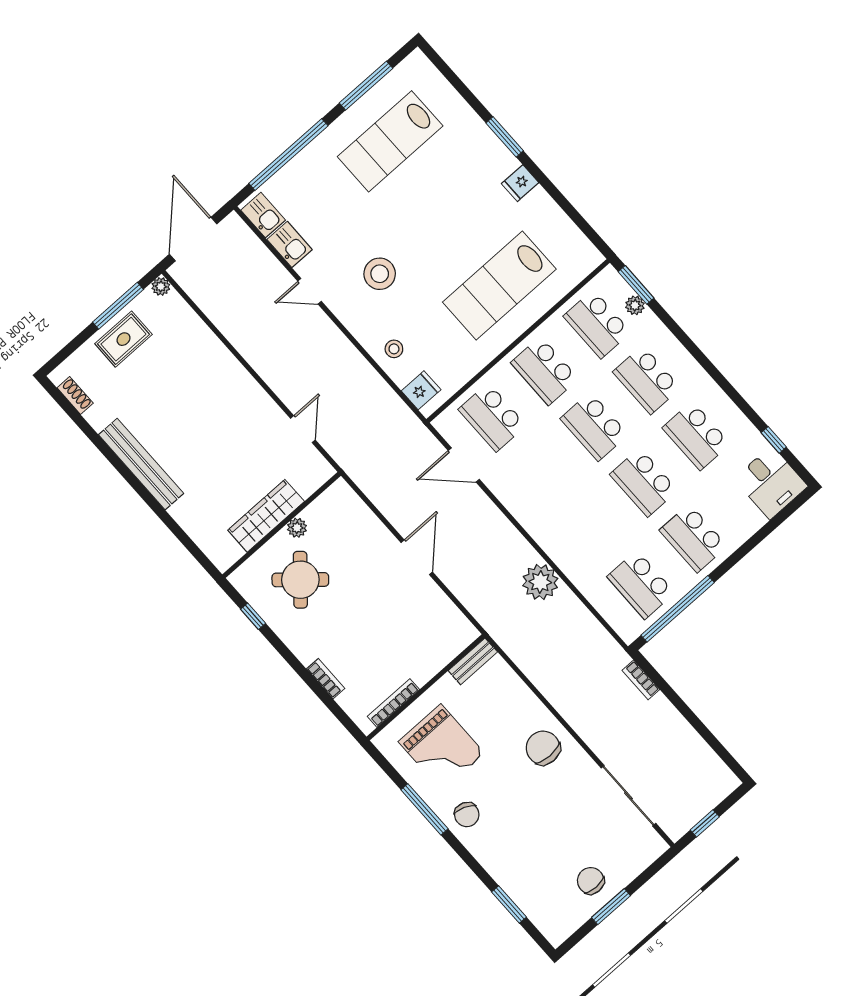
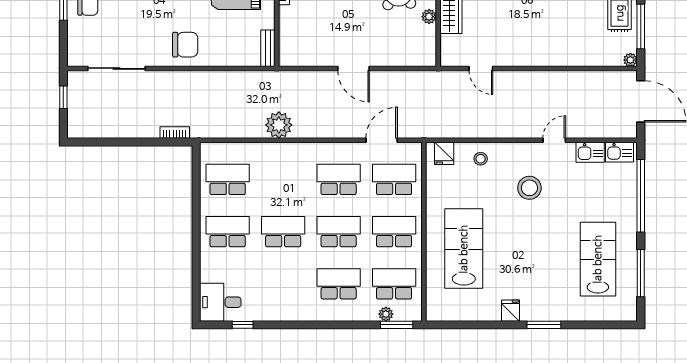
school desk: (696, 436) -> (339, 179), moved
window: (678, 609) -> (196, 188), removed

